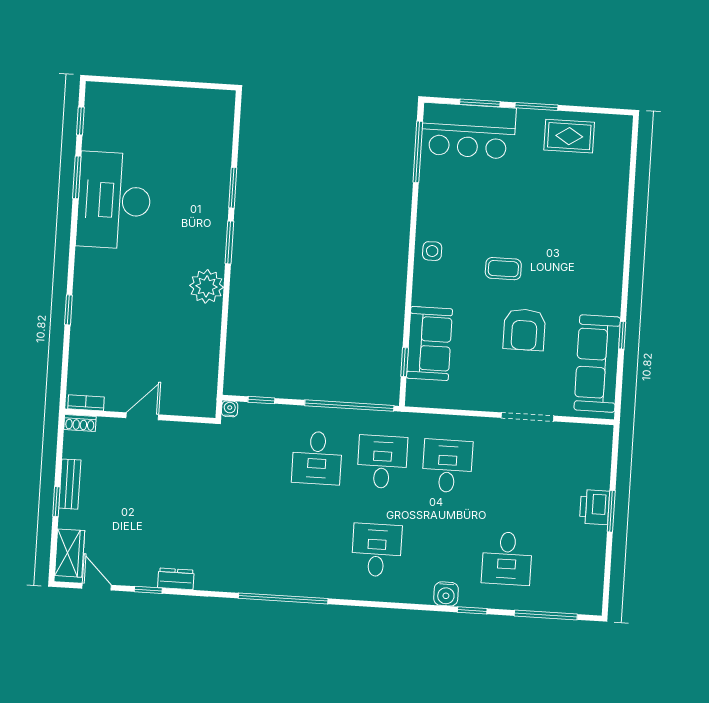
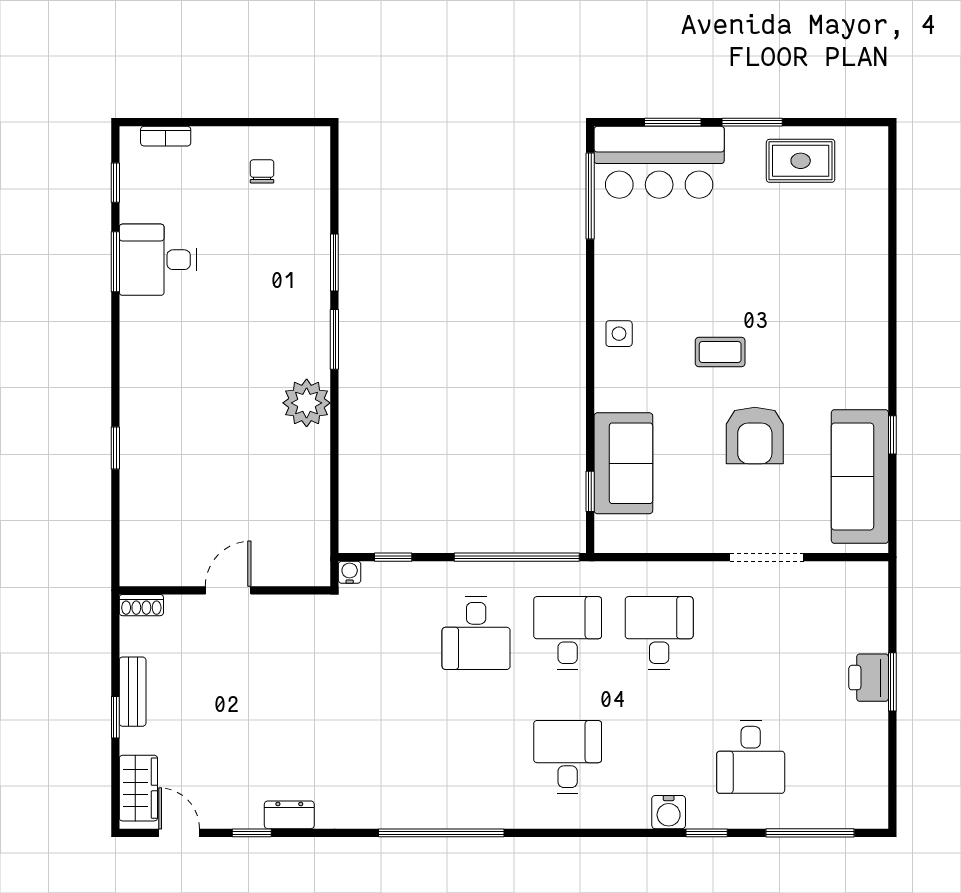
chair: (185, 120) -> (262, 171), added
desk: (114, 200) -> (158, 260), width x0.53, depth x0.77
bookcase: (86, 403) -> (166, 136), moved, turned 180

